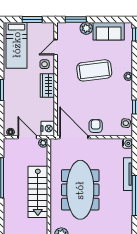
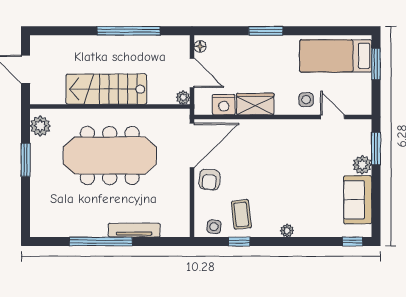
window: (32, 19) -> (376, 64), moved
coffee table: (94, 70) -> (241, 214), moved, width x0.54, depth x0.58
wardrobe: (47, 85) -> (255, 104), moved
armchair: (96, 126) -> (209, 180), turned 95
nightstand: (48, 128) -> (224, 105), moved
door: (27, 137) -> (192, 73), hinge flipped
water cooler: (127, 143) -> (182, 229), removed

